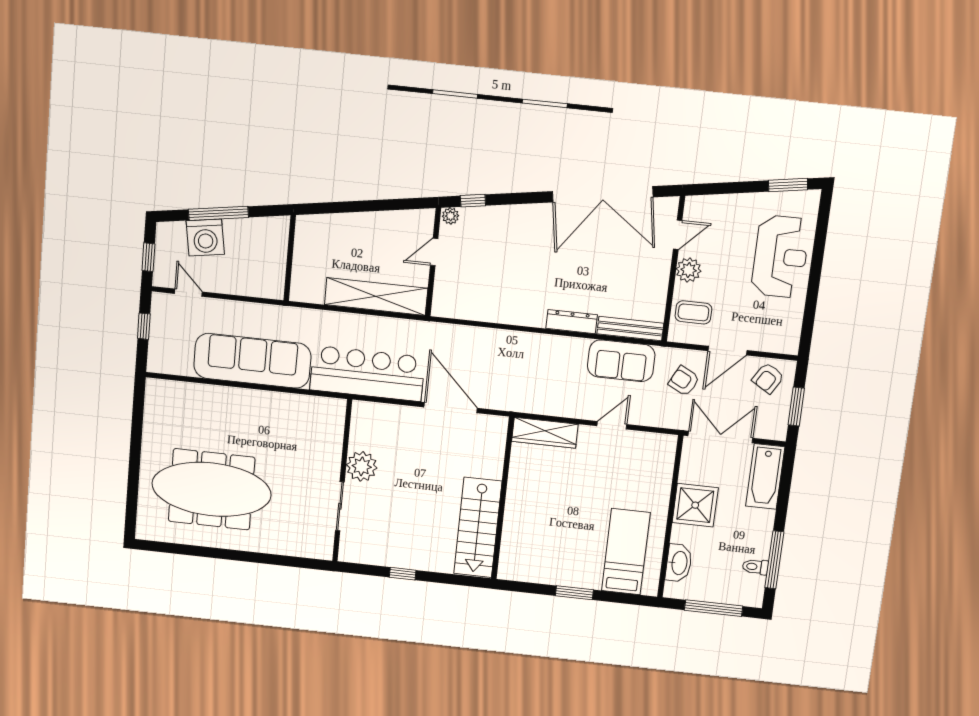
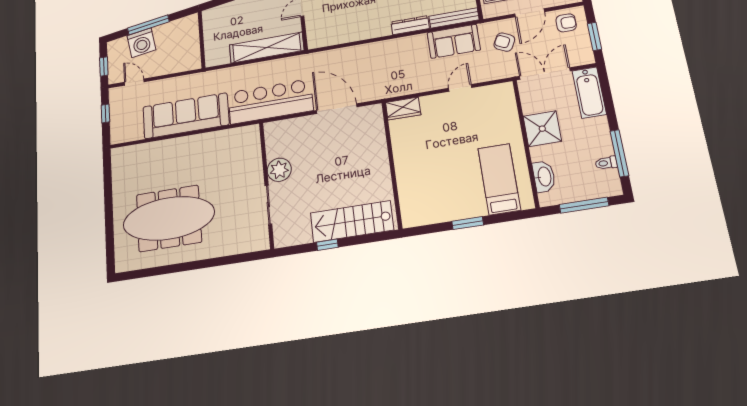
armchair: (768, 378) -> (566, 23), turned -121
wardrobe: (545, 433) -> (403, 109), width x0.67
stairs: (478, 527) -> (352, 221), moved, turned 90

